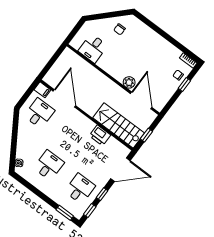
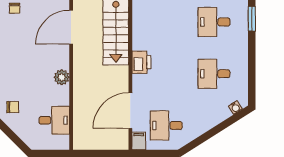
plant: (129, 82) -> (62, 77), moved
printer: (100, 135) -> (141, 62), moved

